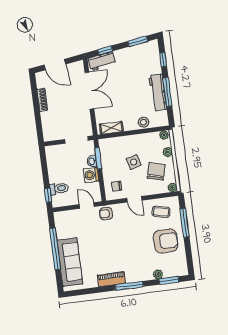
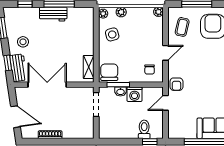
door: (55, 65) -> (15, 117), hinge flipped
workbench: (158, 92) -> (53, 14), width x0.73
stool: (143, 122) -> (23, 42), moved
side table: (134, 162) -> (112, 34), moved
chair: (156, 171) -> (109, 72), moved, turned 75

